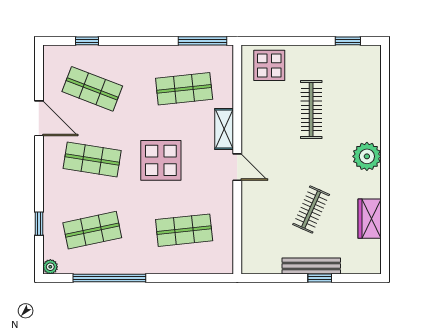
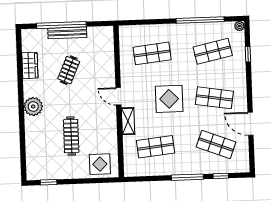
window: (203, 41) -> (187, 177), moved
window: (320, 278) -> (61, 25), width x3.17

